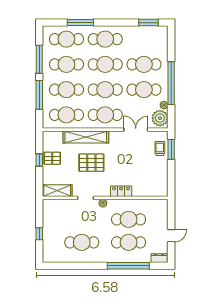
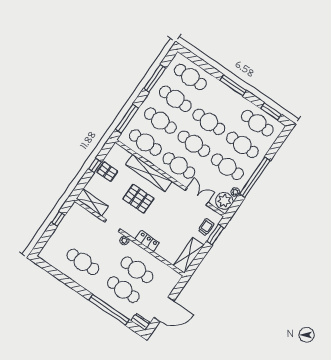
window: (80, 23) -> (233, 85), moved
cafe table: (105, 39) -> (257, 123), moved
window: (39, 95) -> (127, 119), moved
shelving: (161, 180) -> (189, 255), added
window: (39, 234) -> (58, 219), moved
door: (171, 236) -> (164, 309), width x1.87

